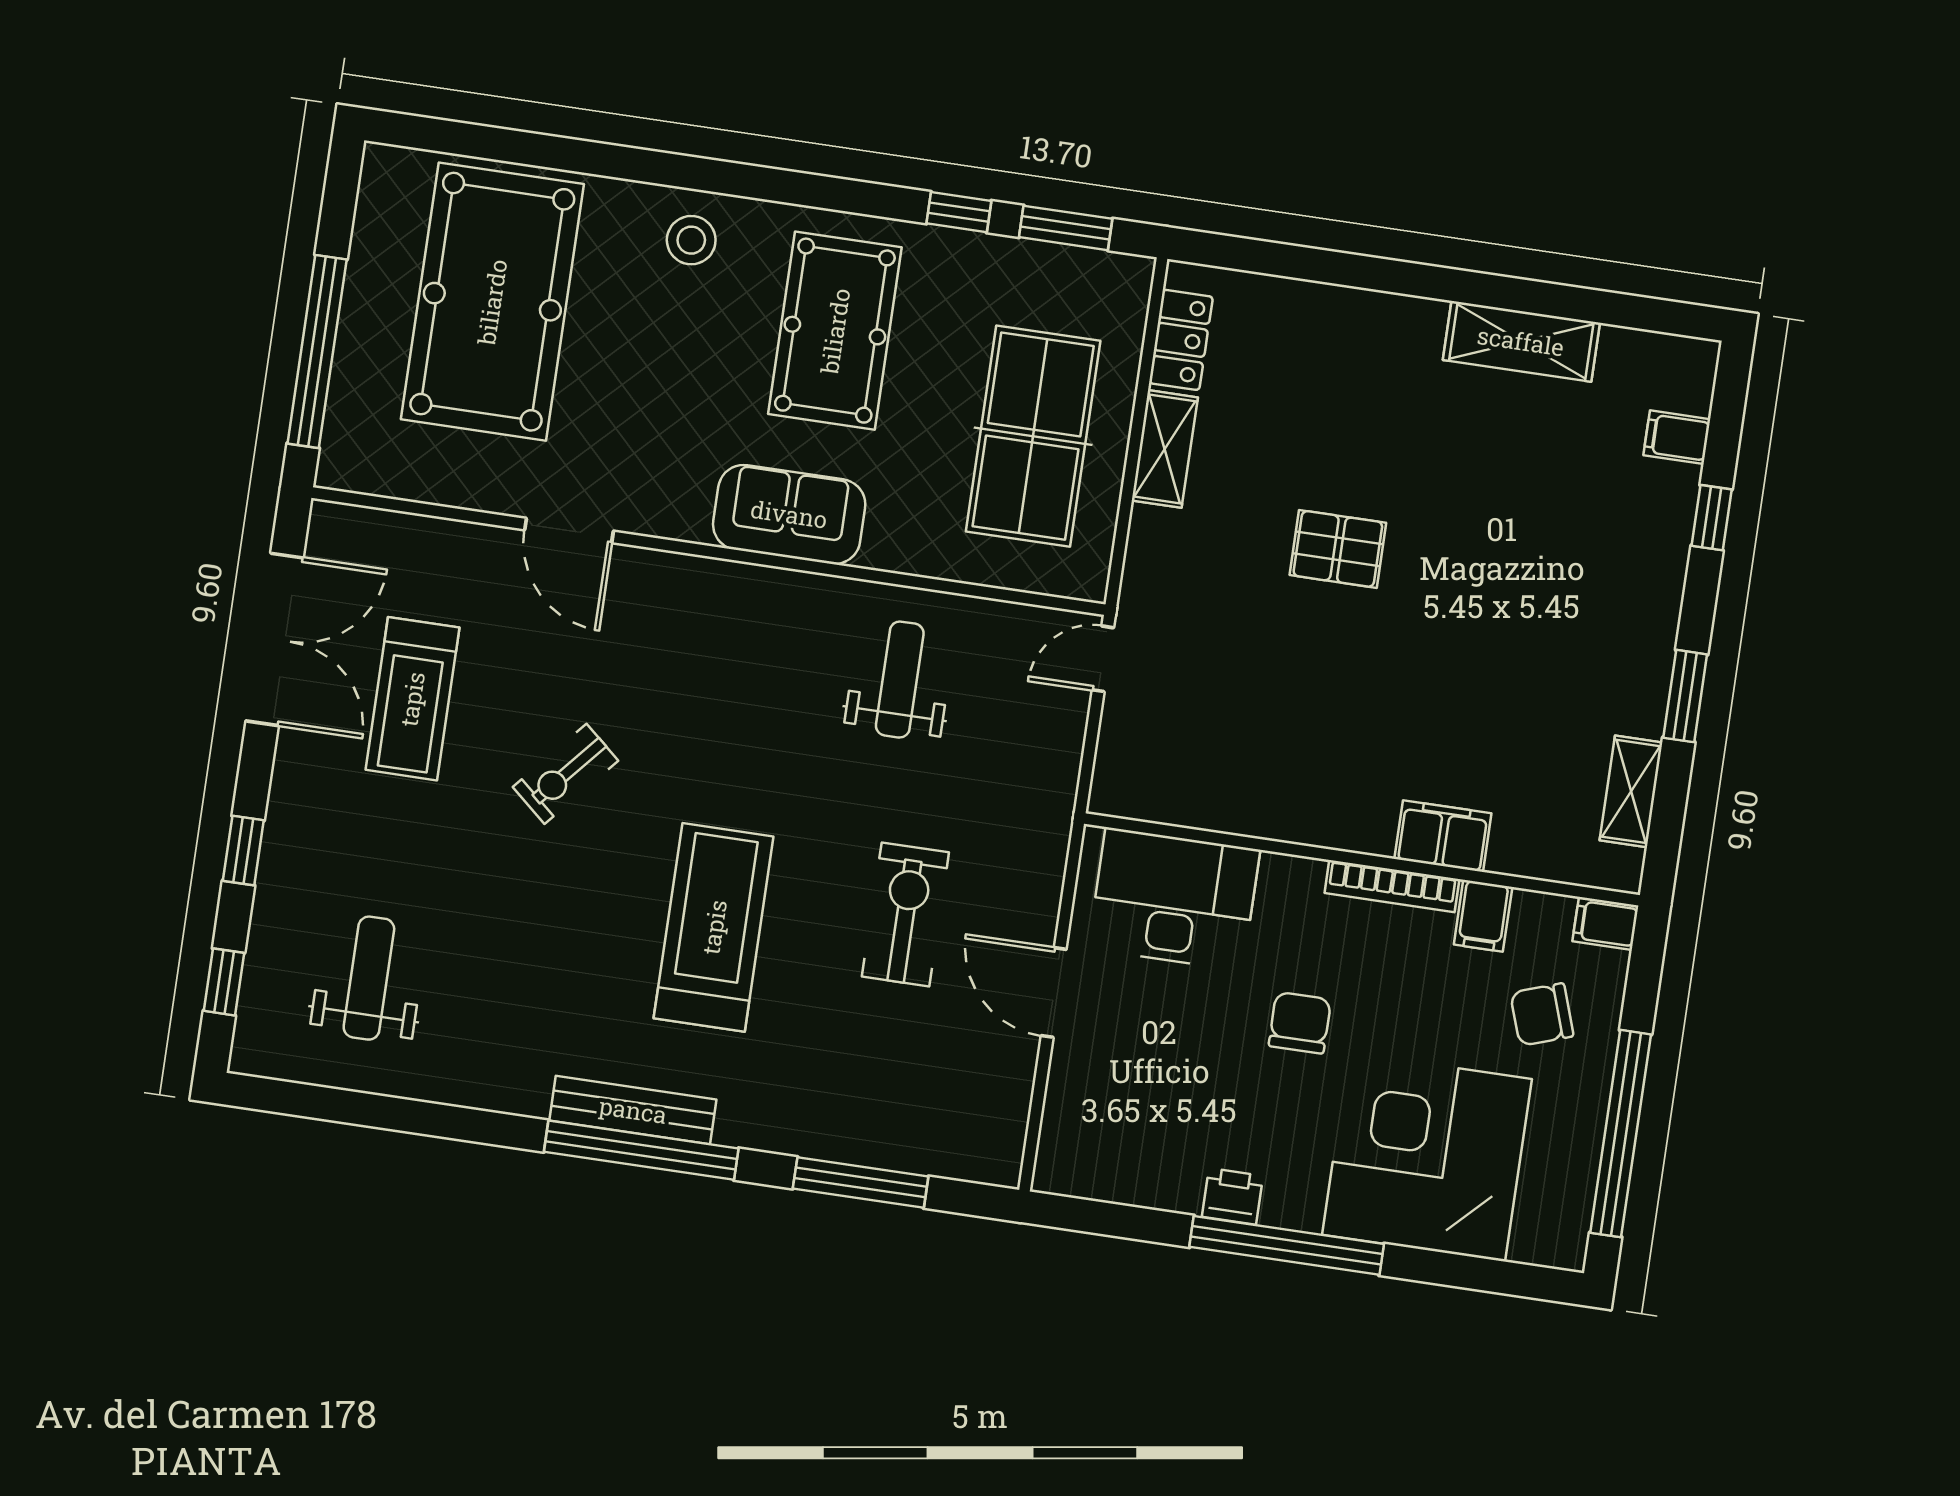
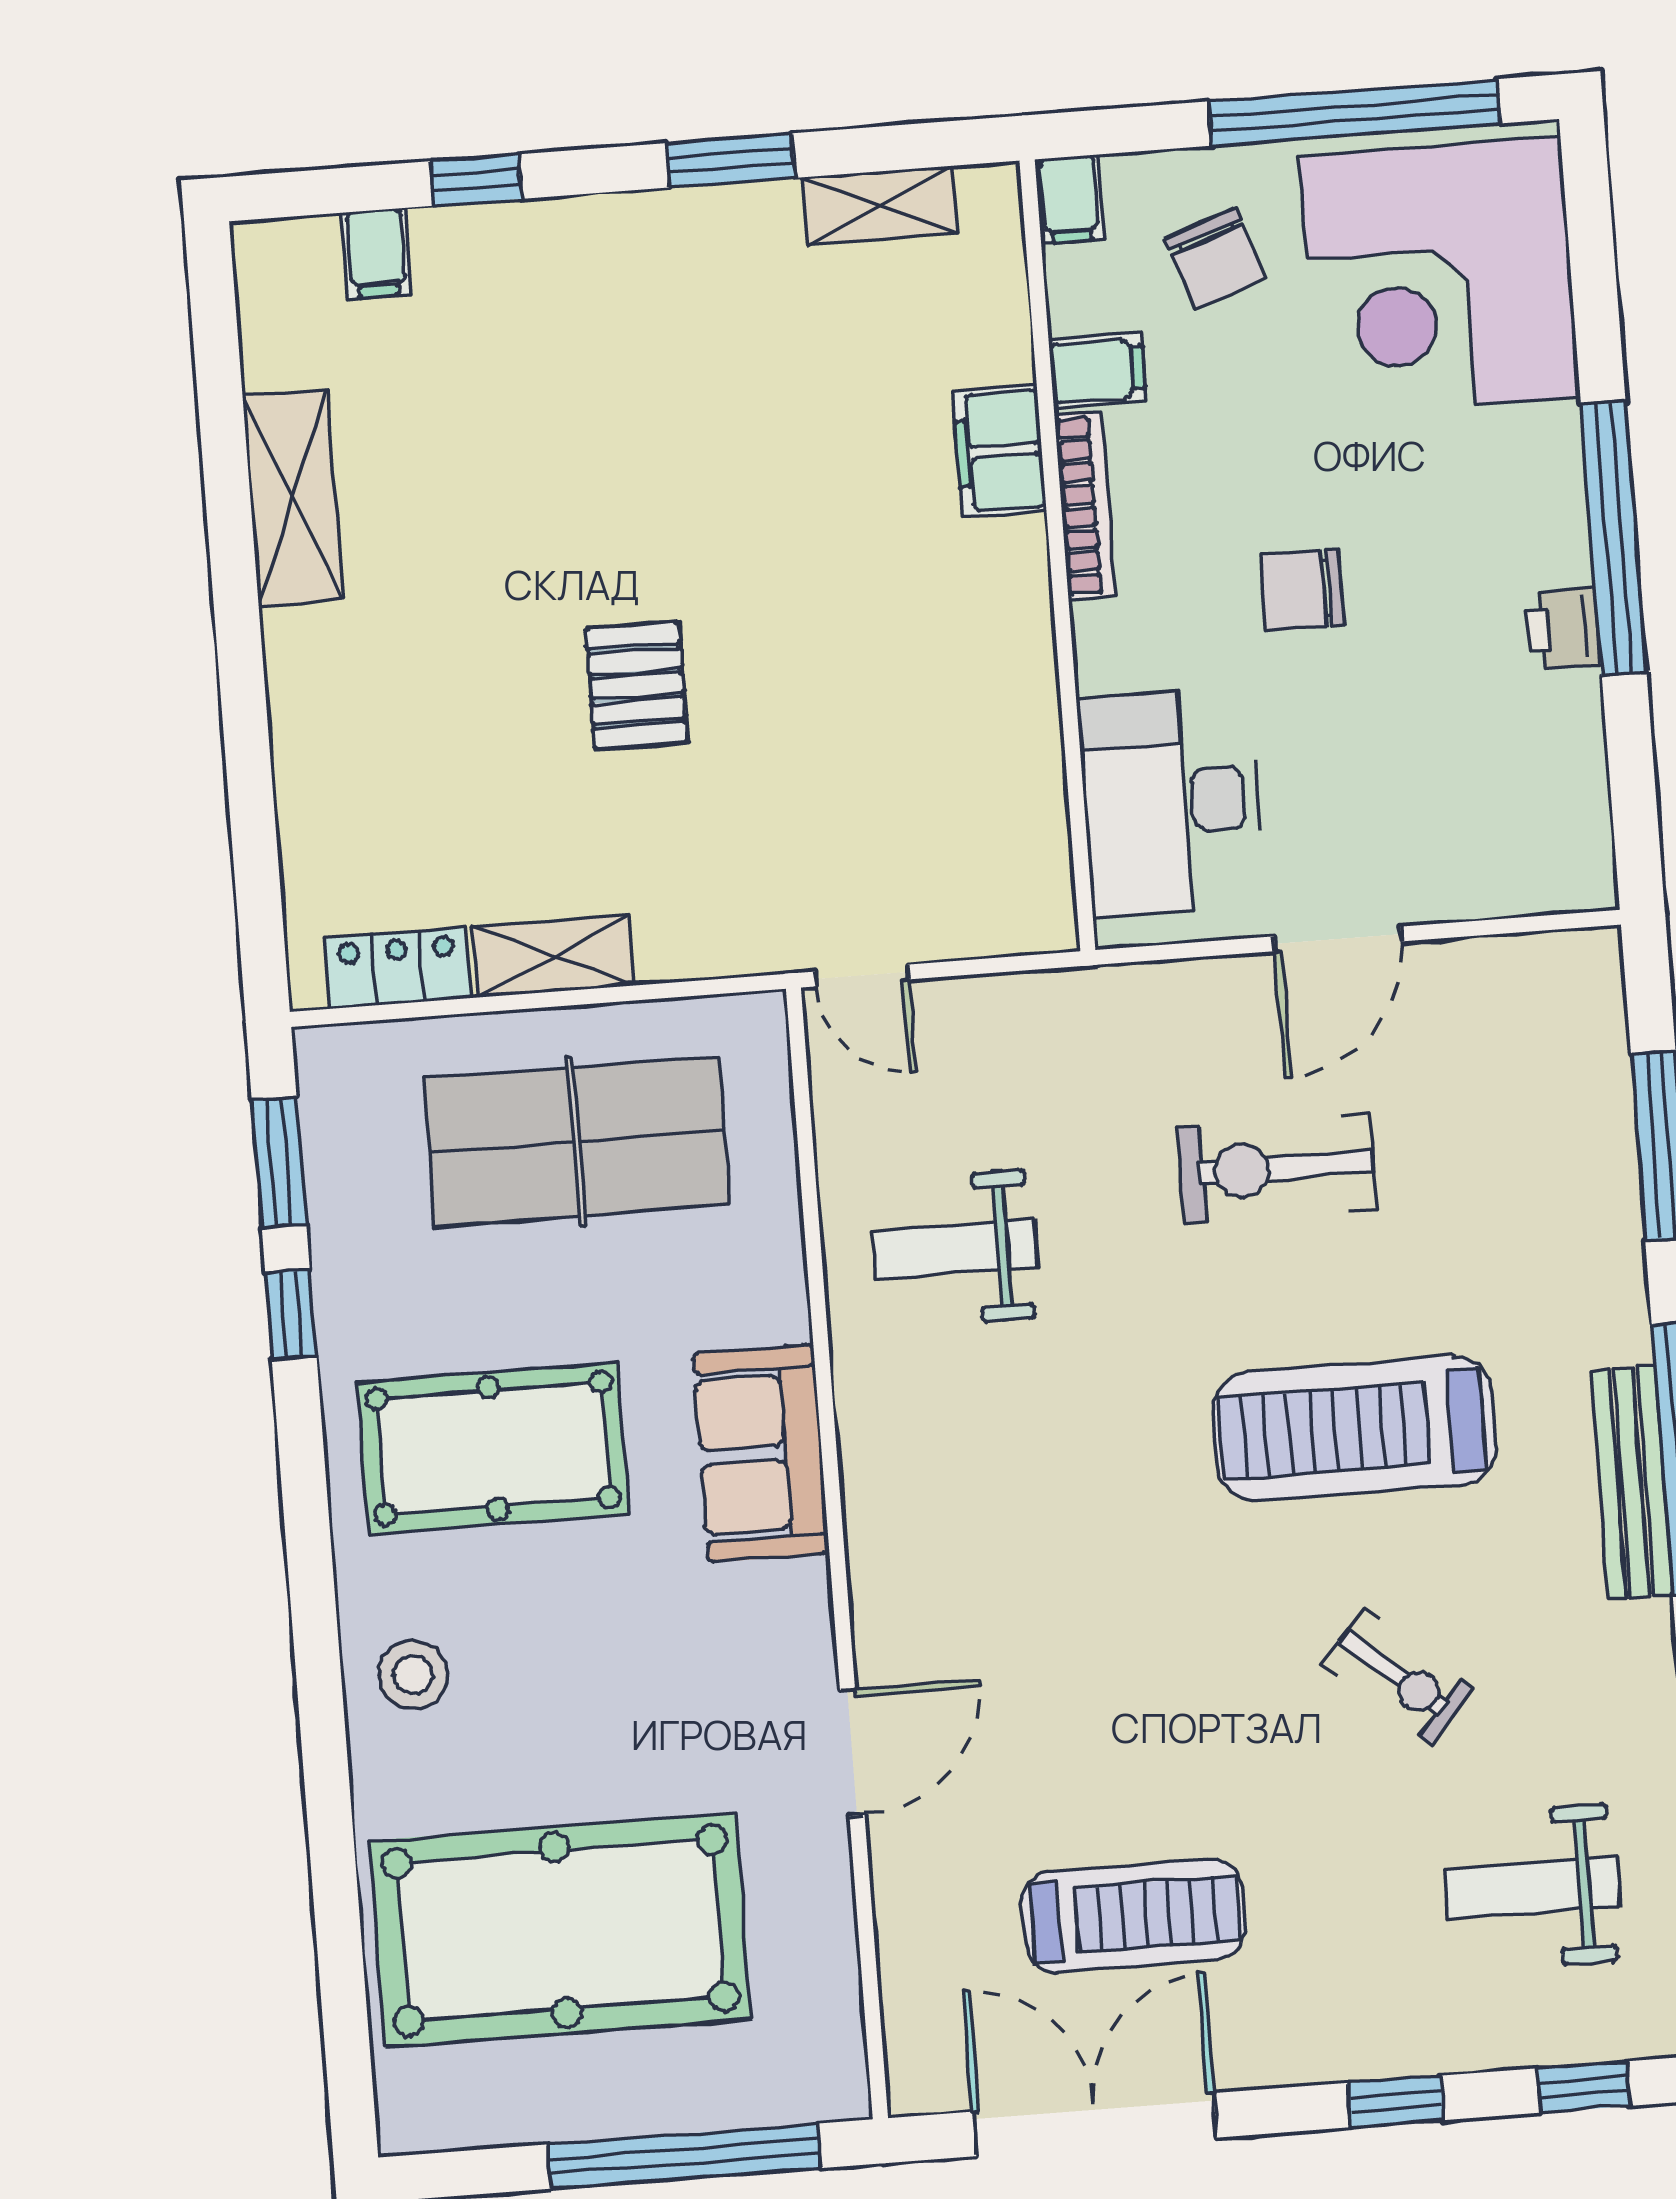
exercise bike: (566, 774) -> (1399, 1676), moved
corner desk: (1427, 1157) -> (1440, 276), moved

